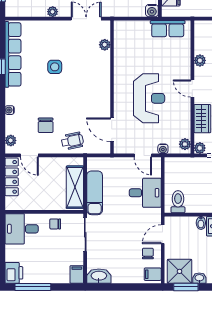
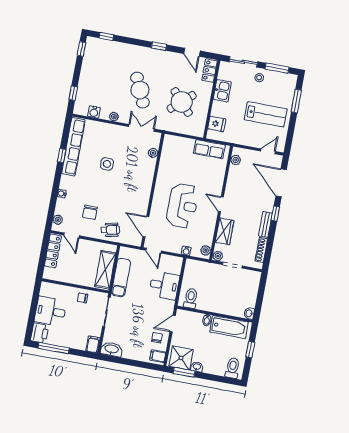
water cooler: (152, 11) -> (94, 112), moved
plant: (200, 60) -> (236, 160), moved
door: (143, 155) -> (154, 251), moved
desk: (22, 229) -> (50, 311), moved

